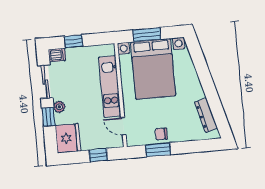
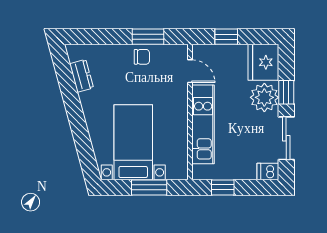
window: (74, 41) -> (223, 187), moved
bed with nightstands: (153, 69) -> (133, 142), width x0.73
plant: (59, 107) -> (264, 97), width x1.88, depth x1.88
dresser: (206, 115) -> (81, 76), width x0.70

